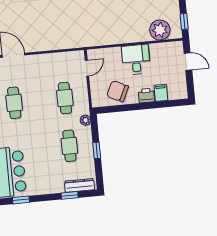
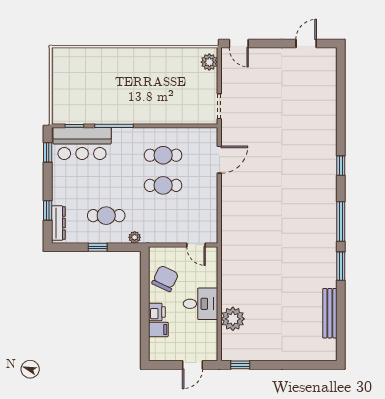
plant: (160, 30) -> (233, 319), moved
cafe table: (65, 98) -> (163, 185), moved

